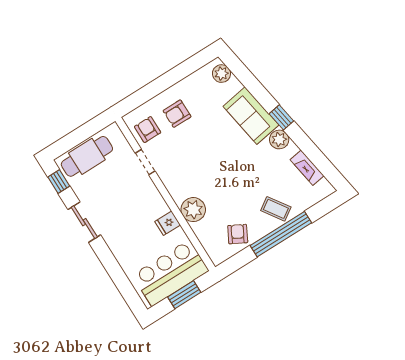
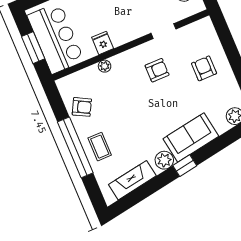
armchair: (148, 130) -> (157, 70), moved
fireplace: (307, 168) -> (132, 180), width x1.37, depth x1.32
coffee table: (276, 209) -> (100, 147), turned -56
plant: (193, 210) -> (105, 66), width x0.53, depth x0.53

